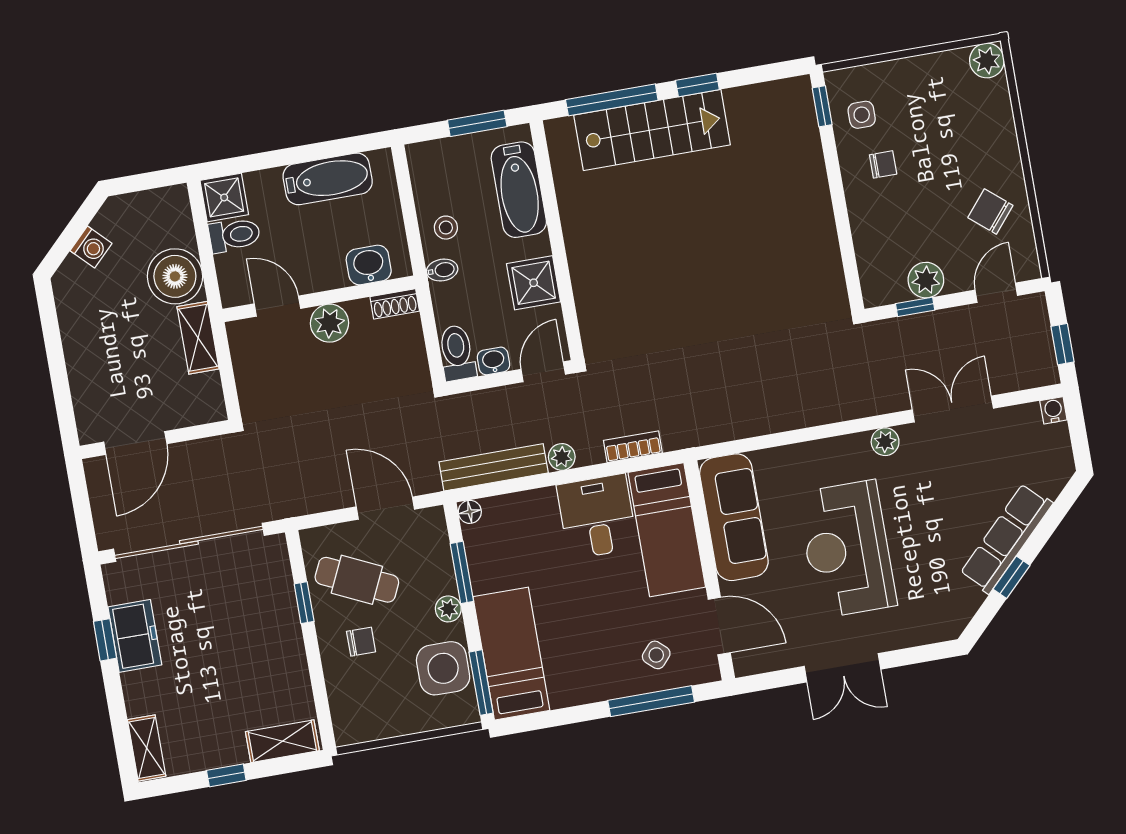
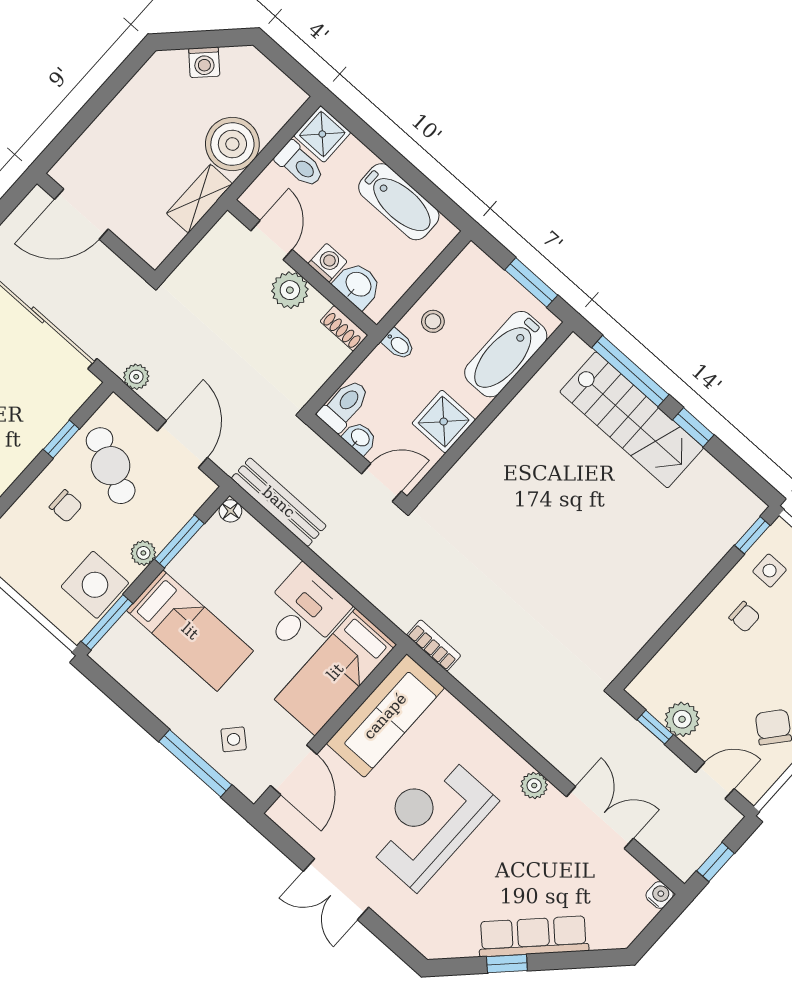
washing machine: (331, 275) -> (328, 263), added
bookcase: (633, 447) -> (434, 645), moved
plant: (562, 457) -> (136, 377), moved
bed: (511, 654) -> (190, 631), moved, turned 90

